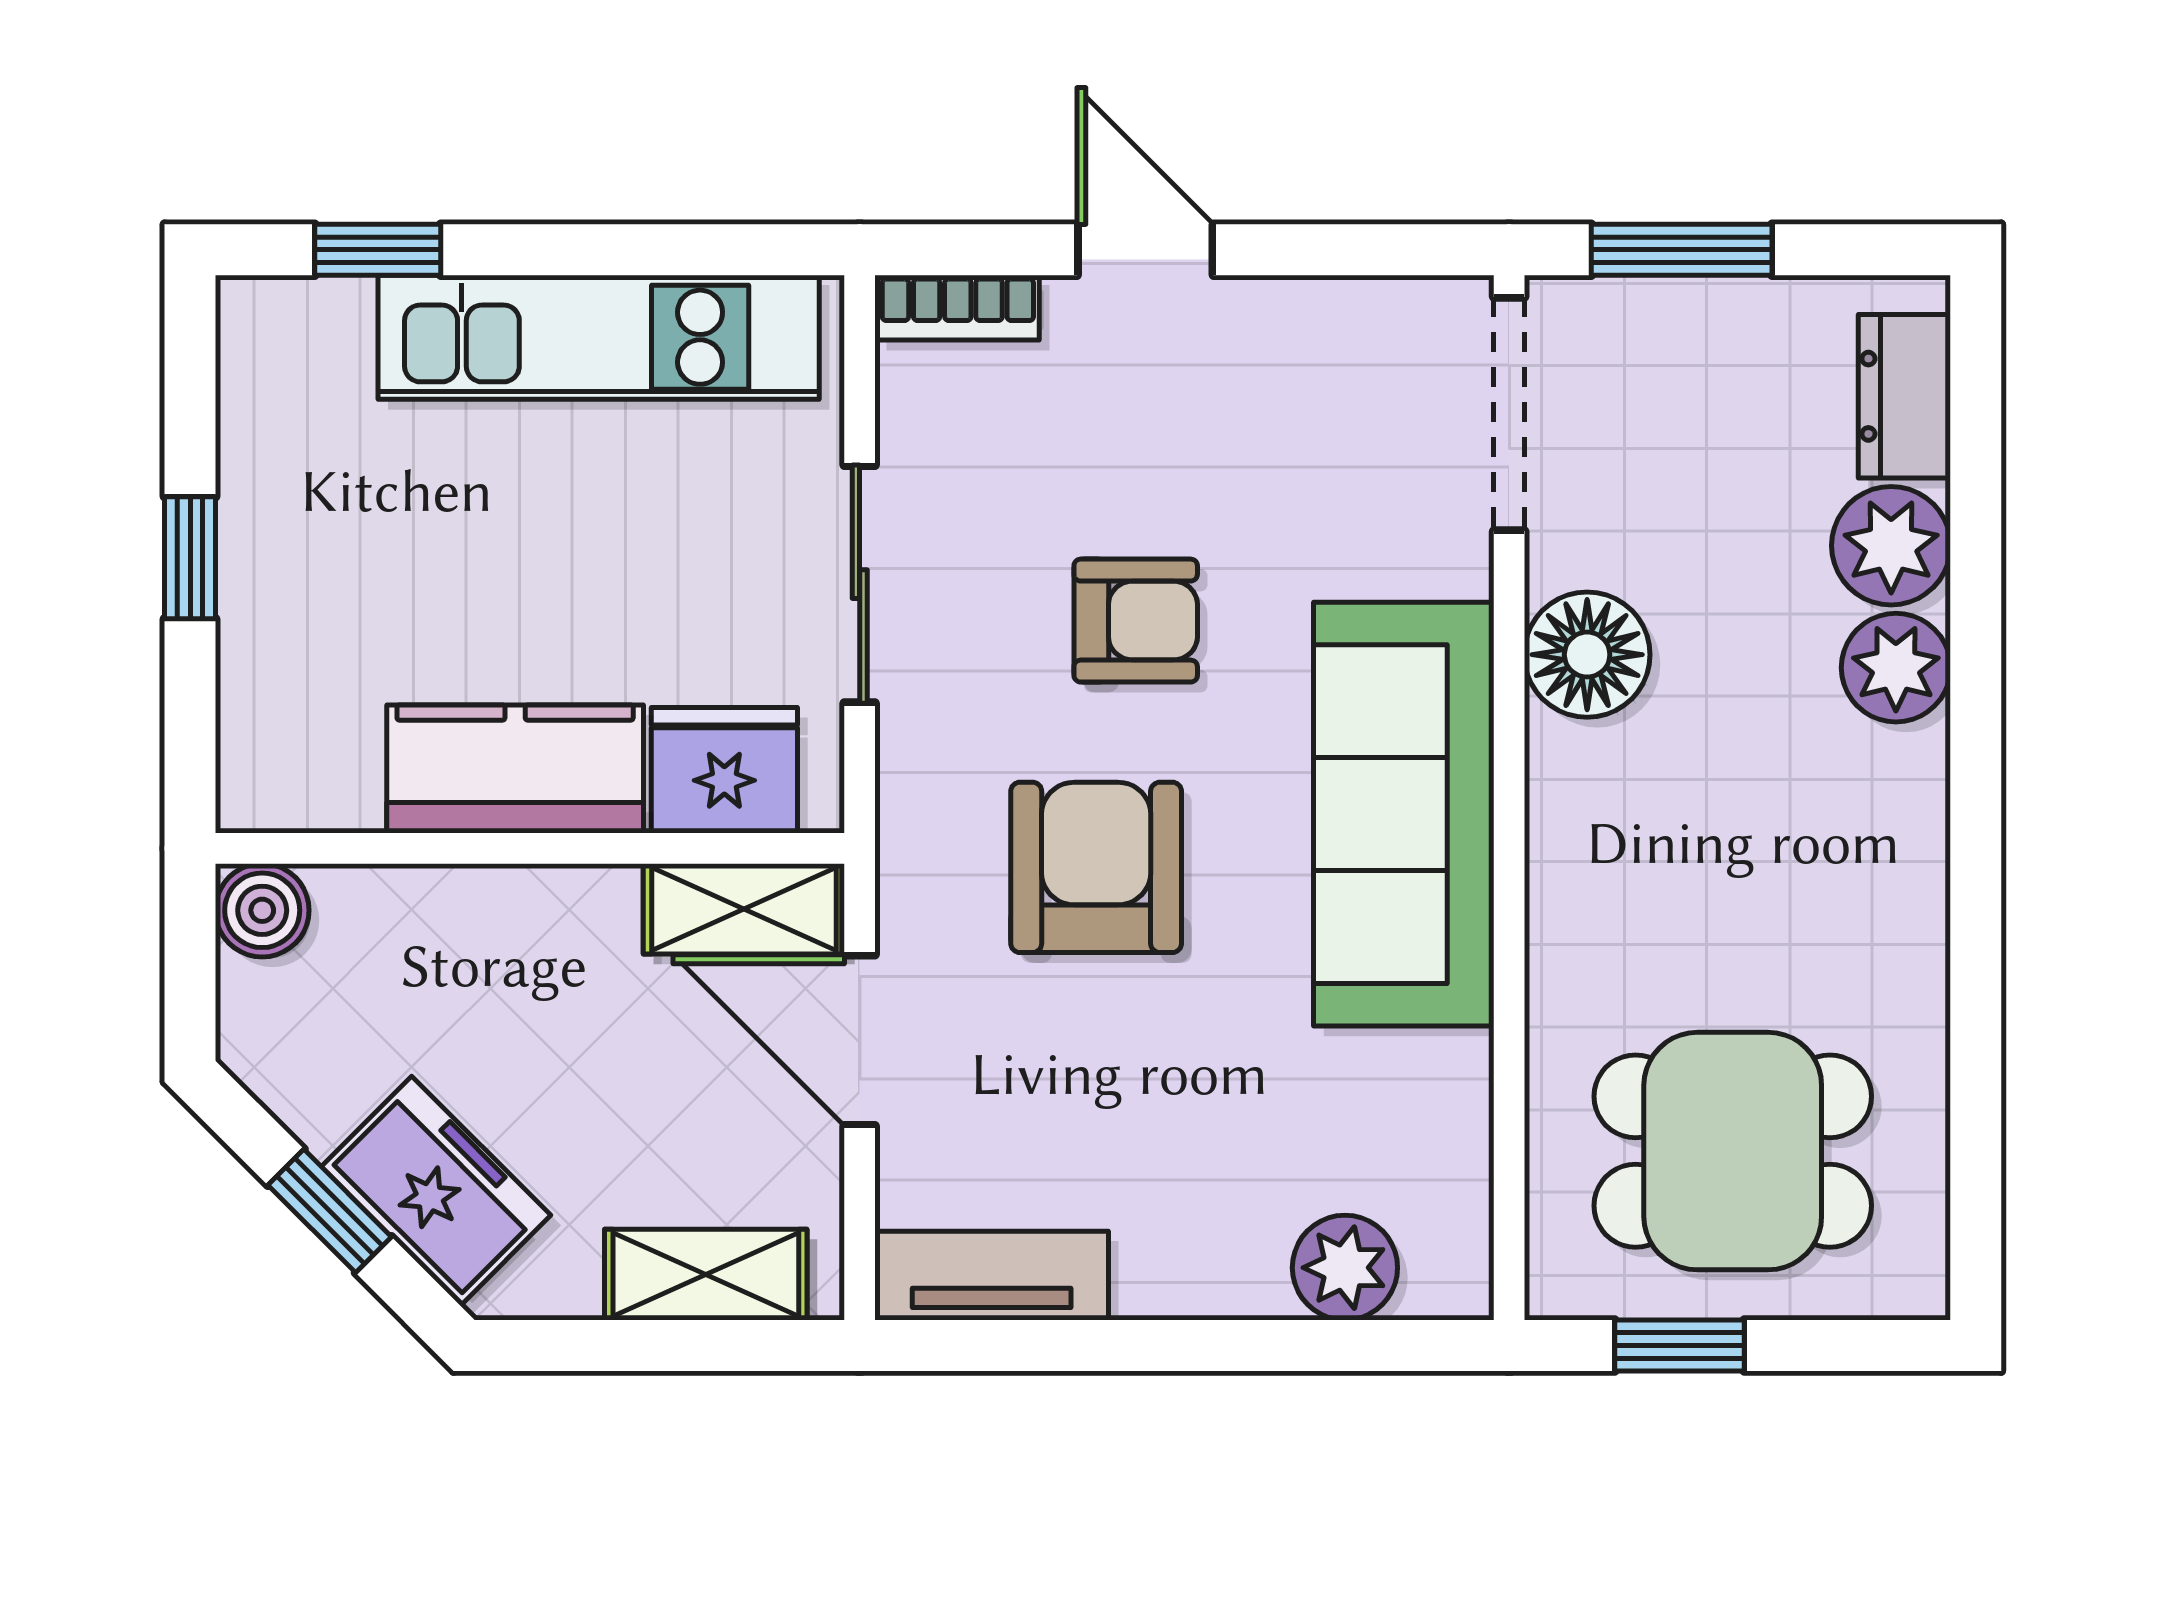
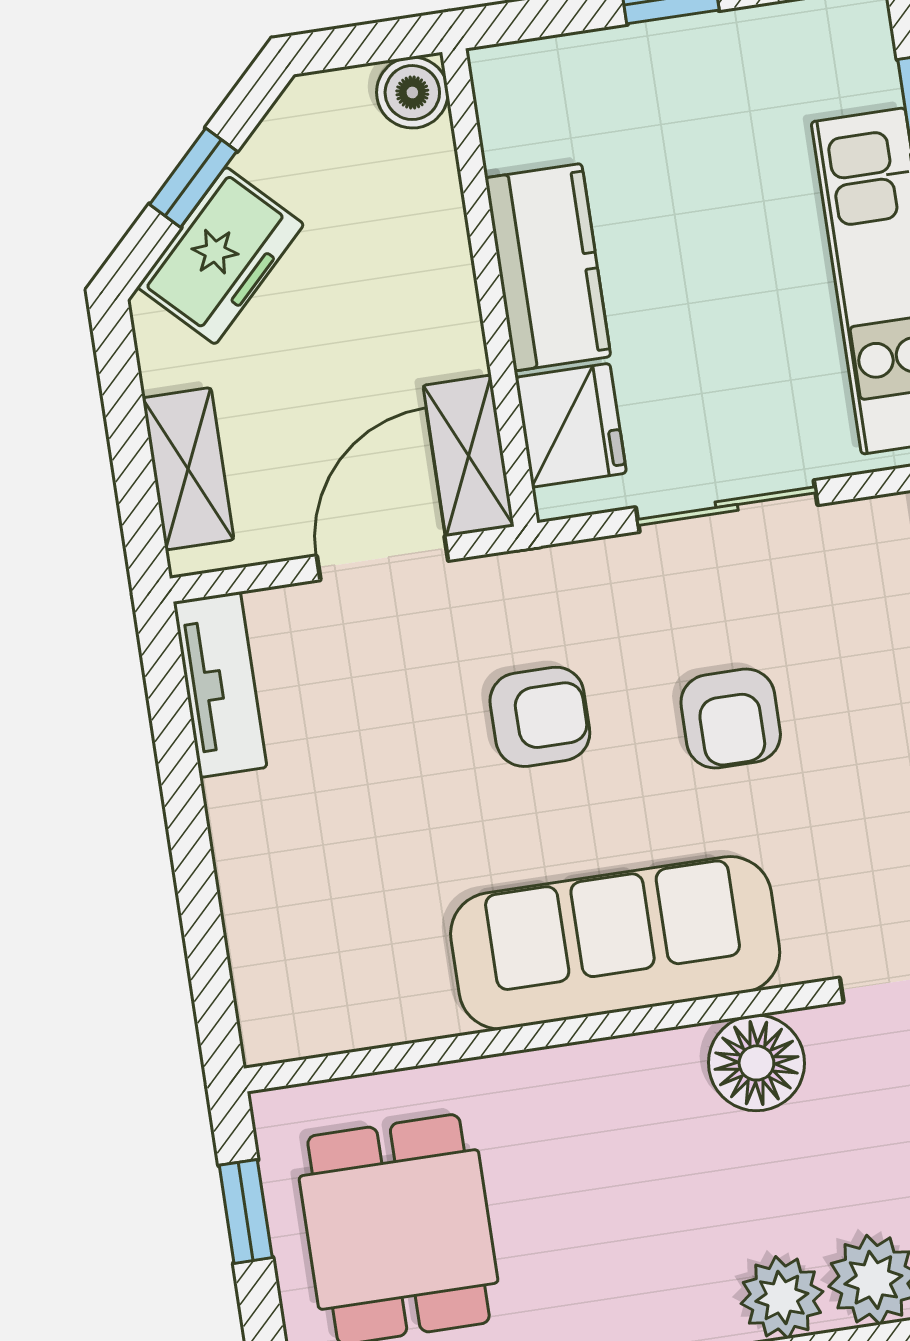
armchair: (1096, 867) -> (540, 717), width x0.72, depth x0.72
plant: (1345, 1268) -> (266, 950), removed

